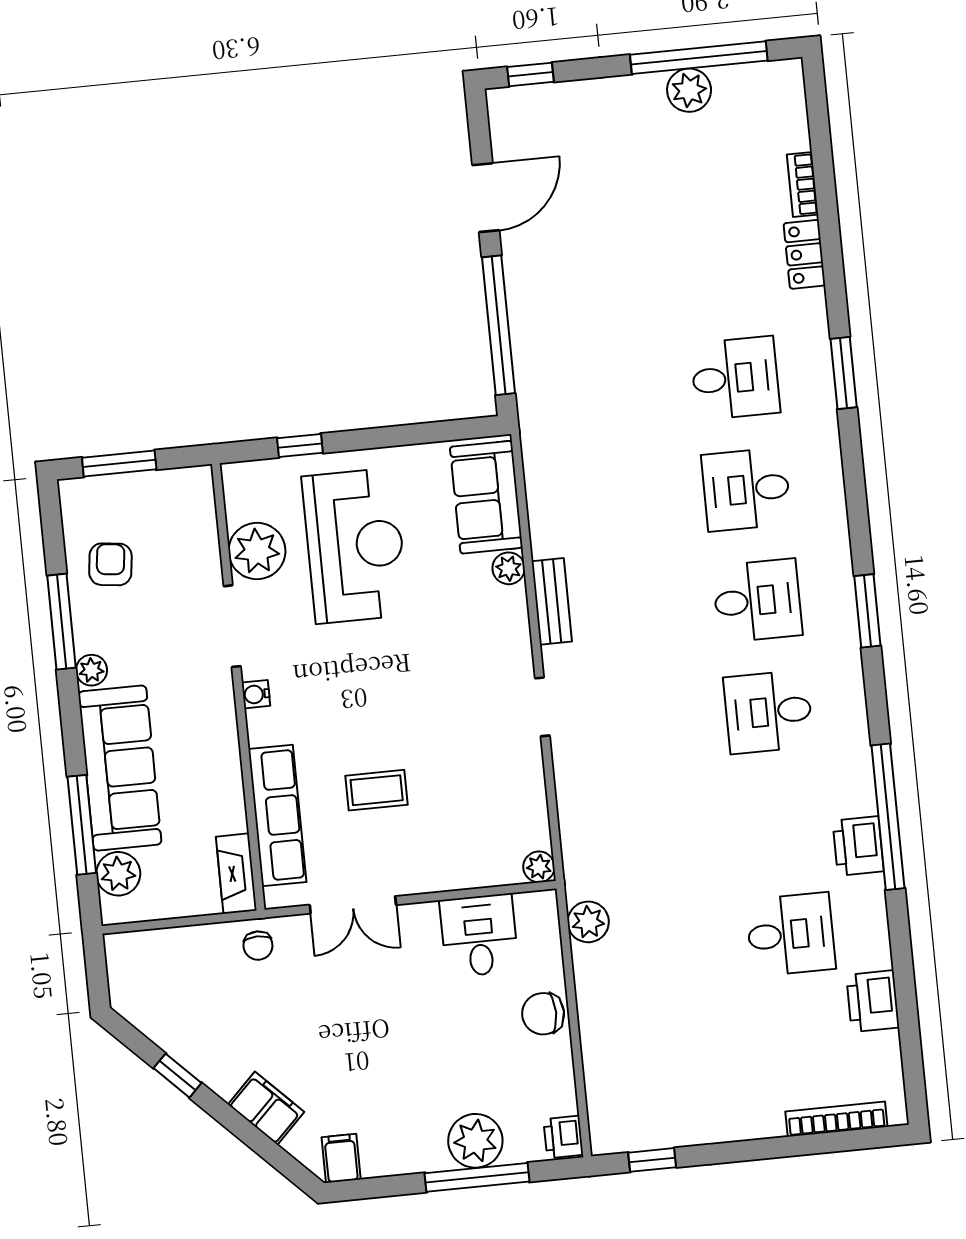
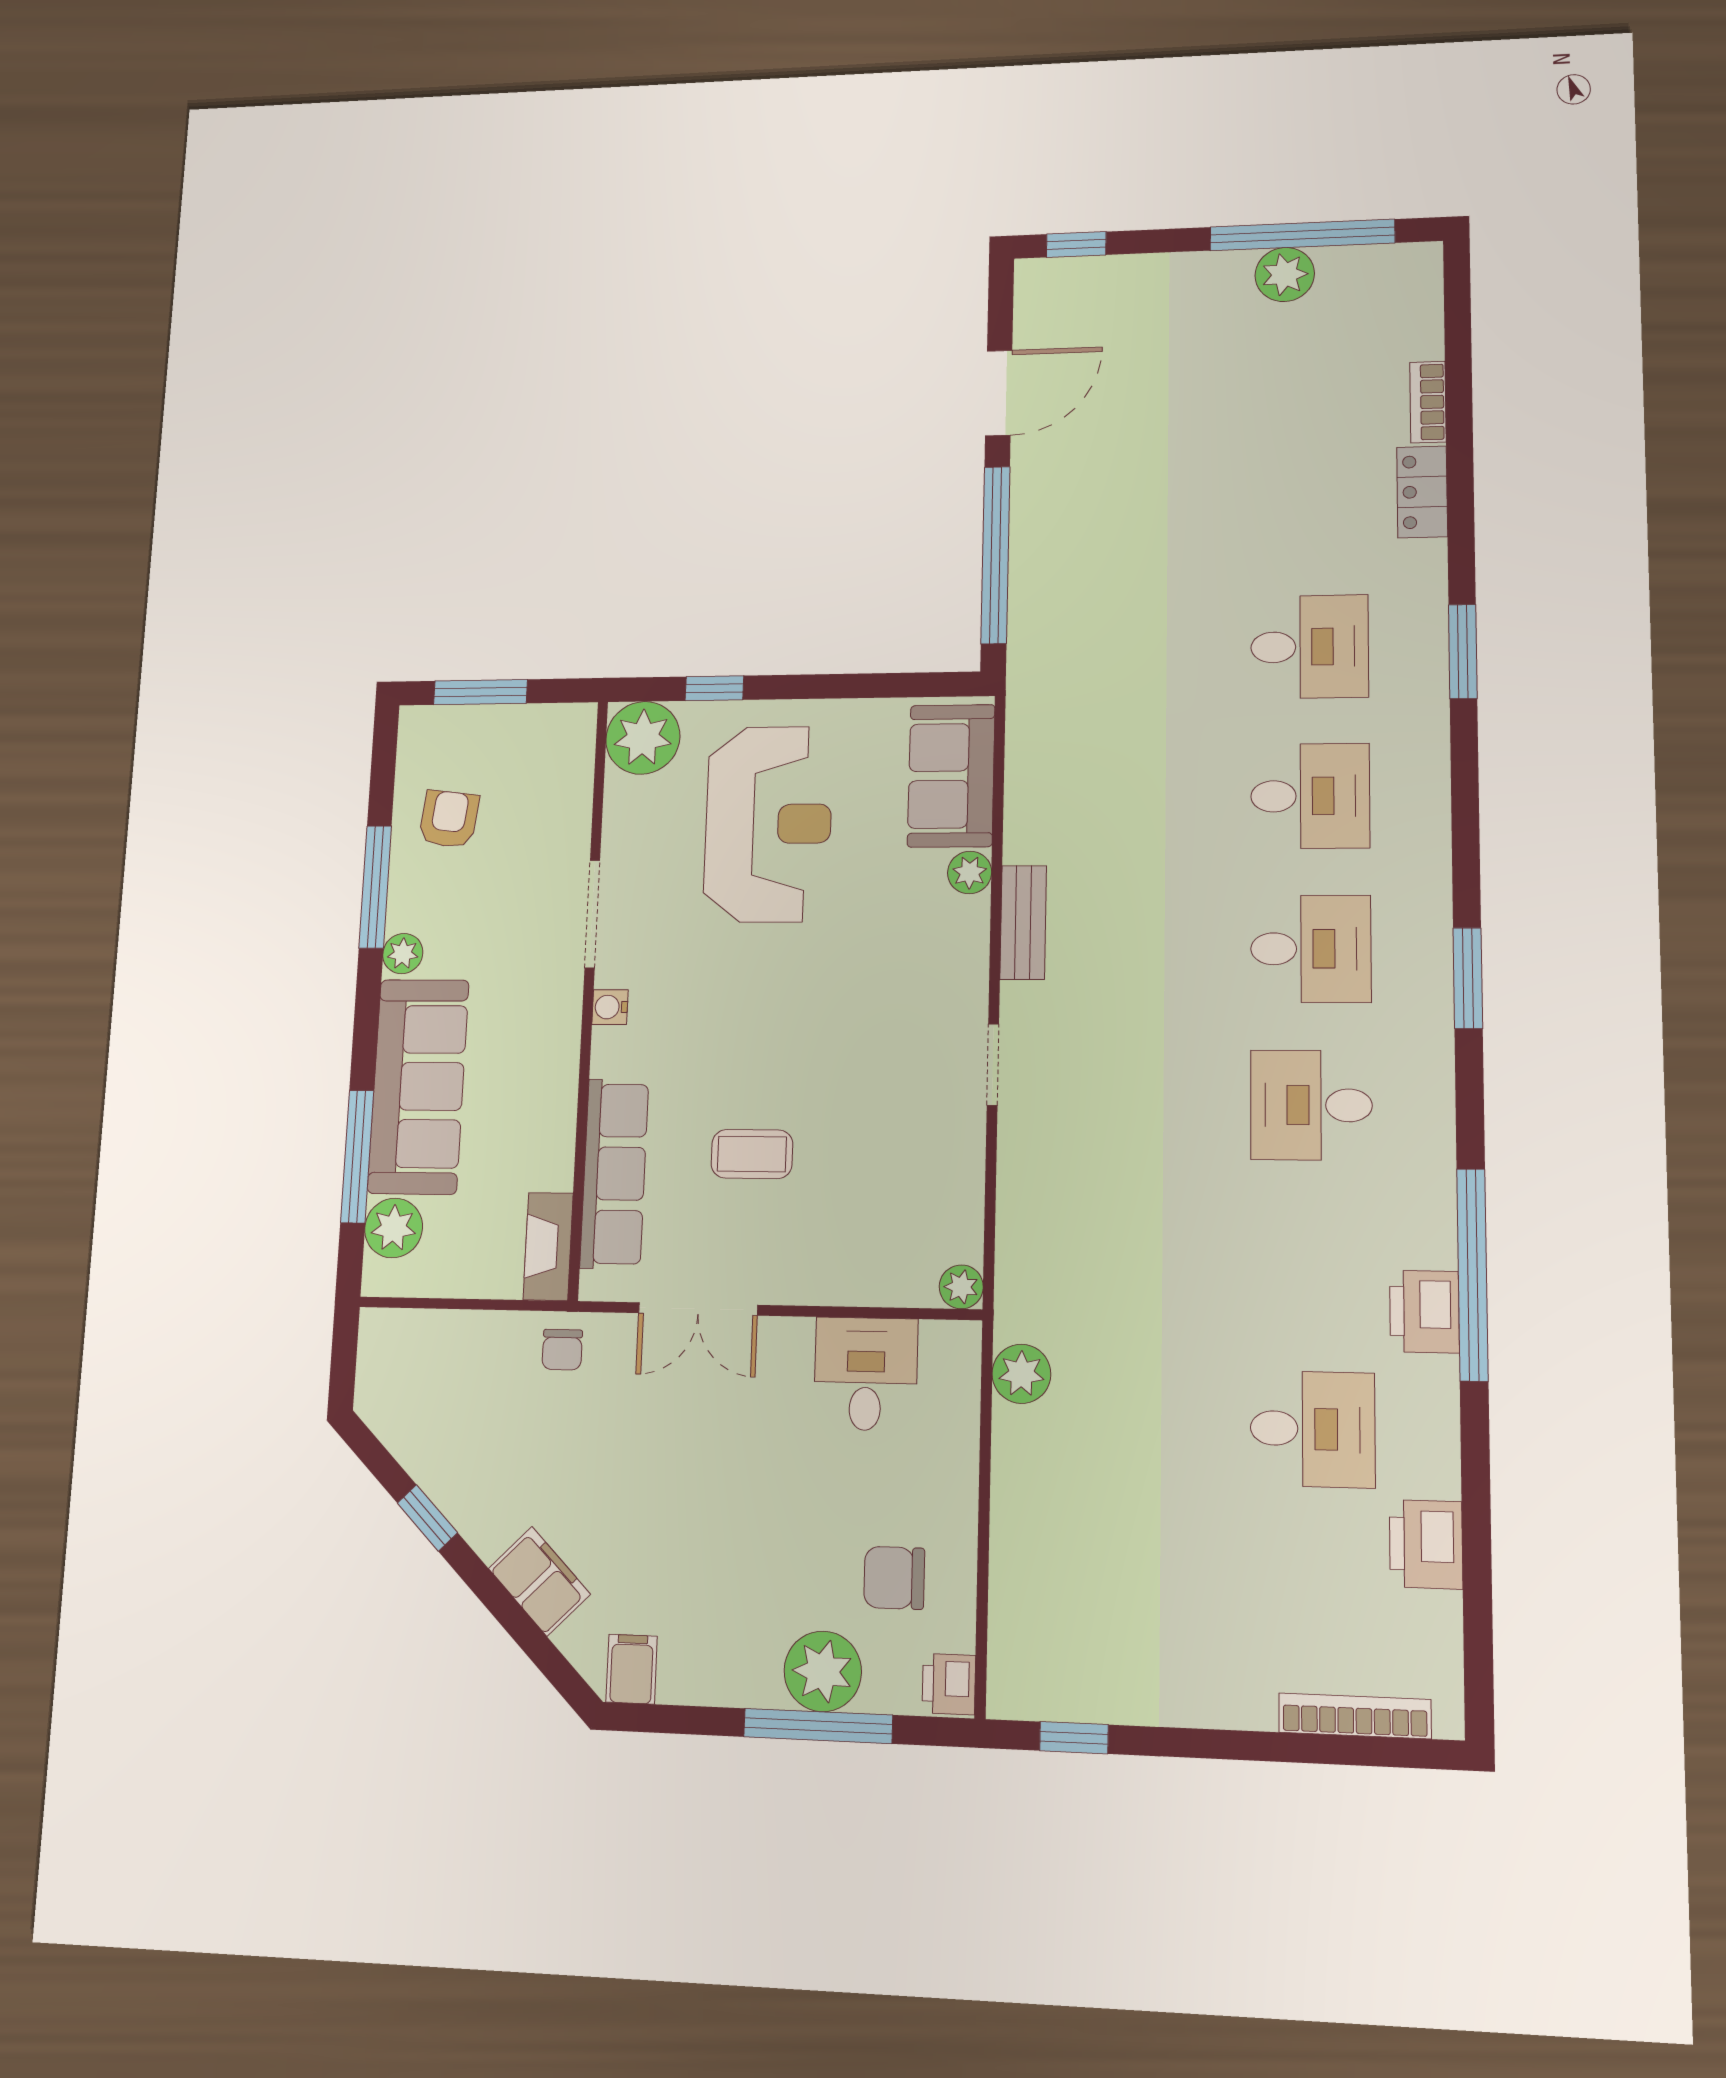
desk: (746, 489) -> (1310, 796), turned 180
plant: (257, 551) -> (643, 738), moved
chair: (543, 1014) -> (894, 1578), moved

